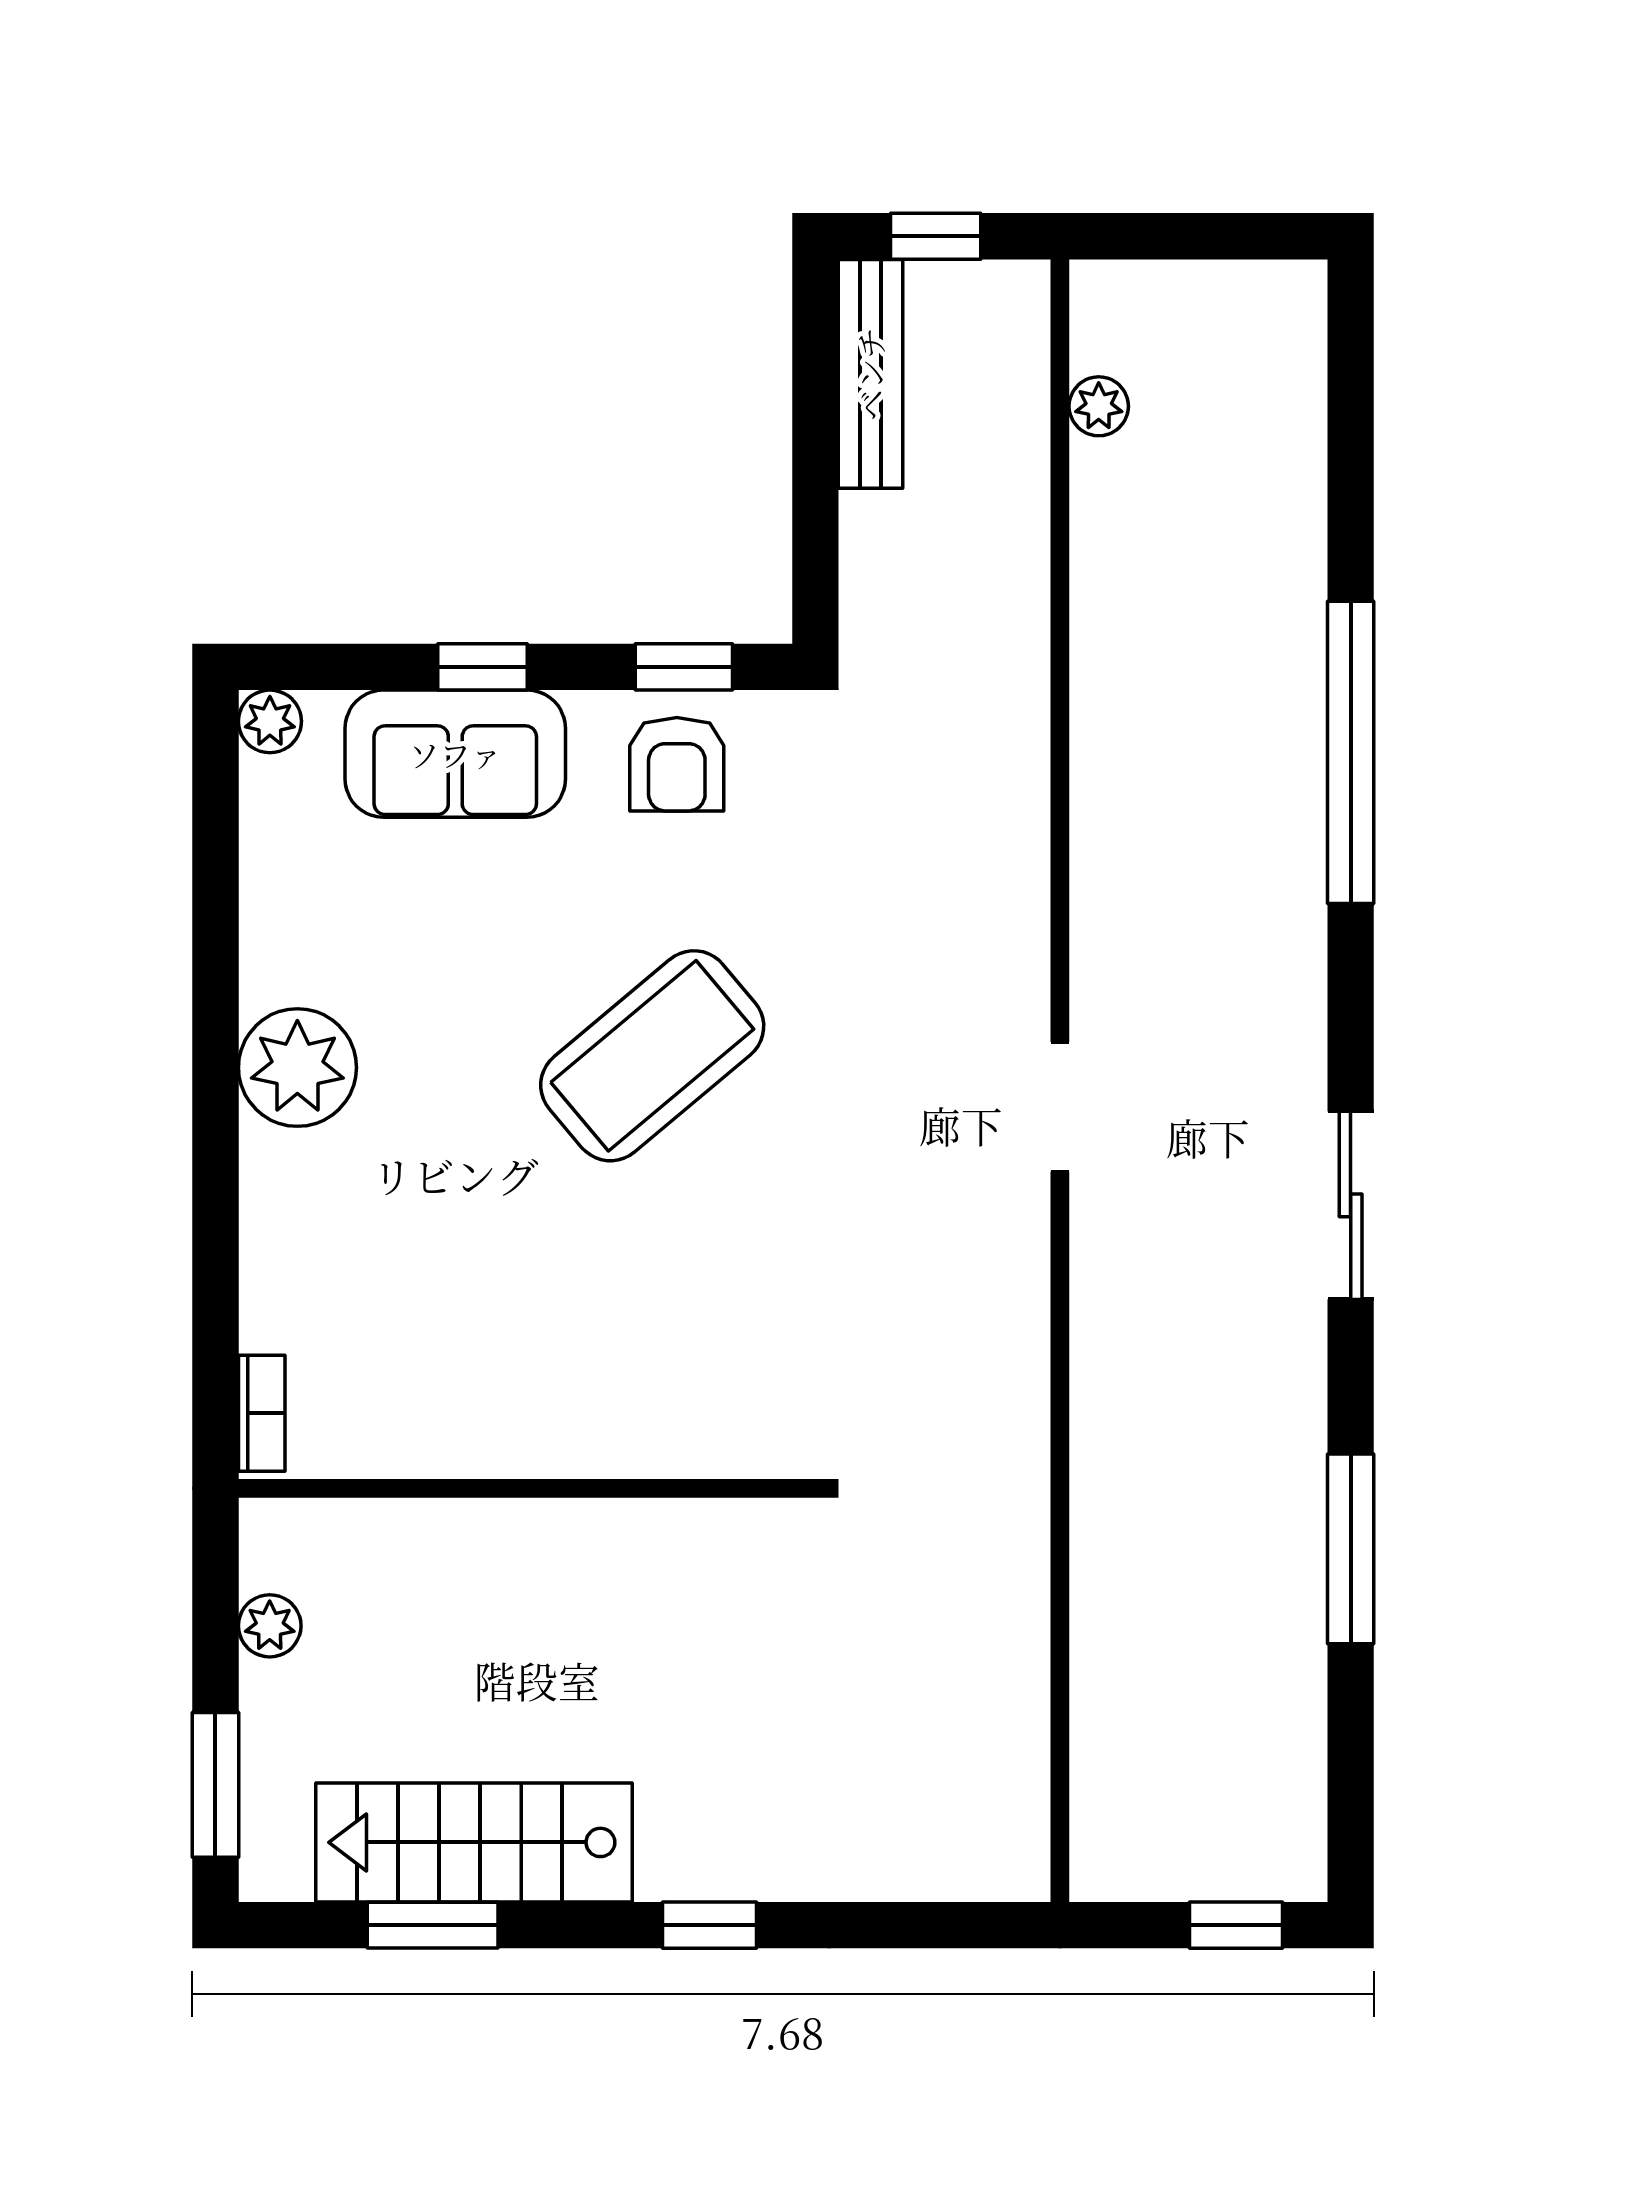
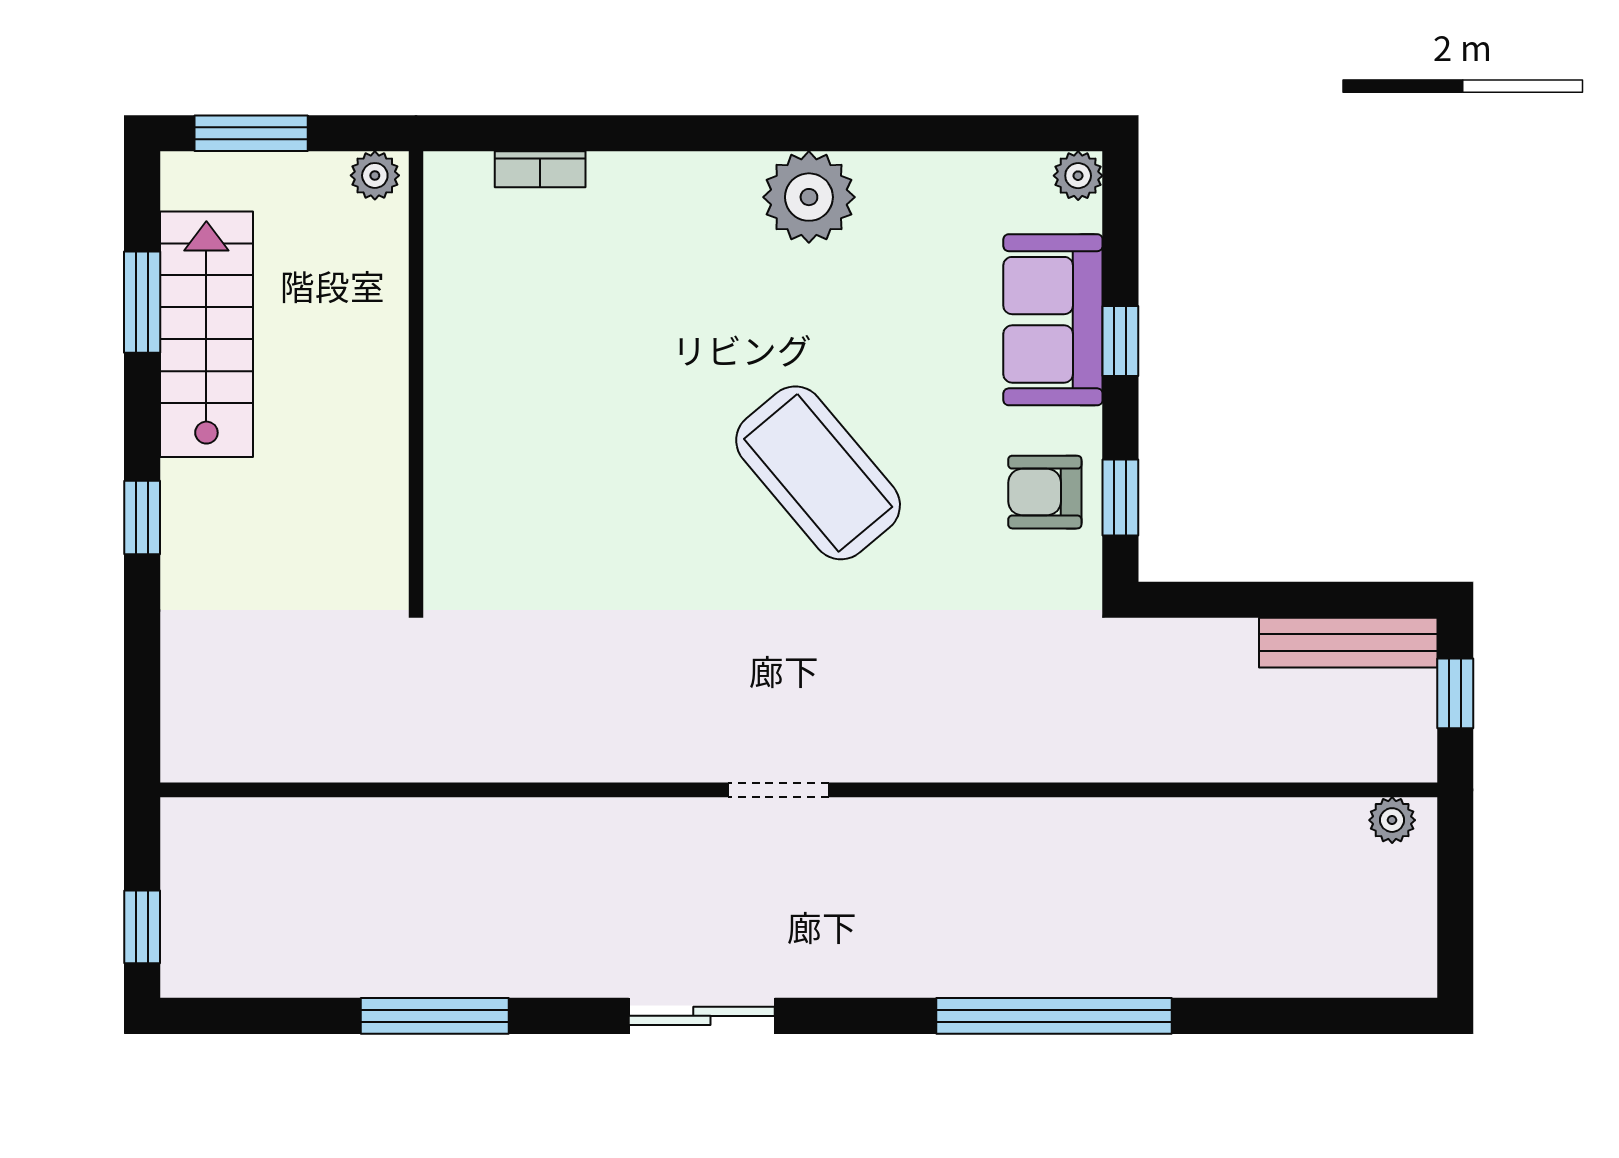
plant: (1099, 406) -> (1392, 820), moved
wall: (529, 1488) -> (416, 377), moved

